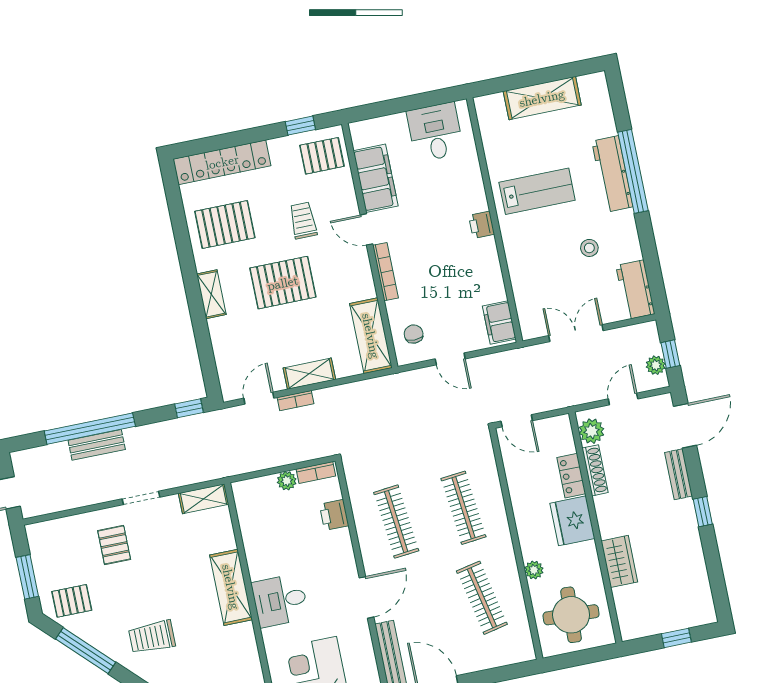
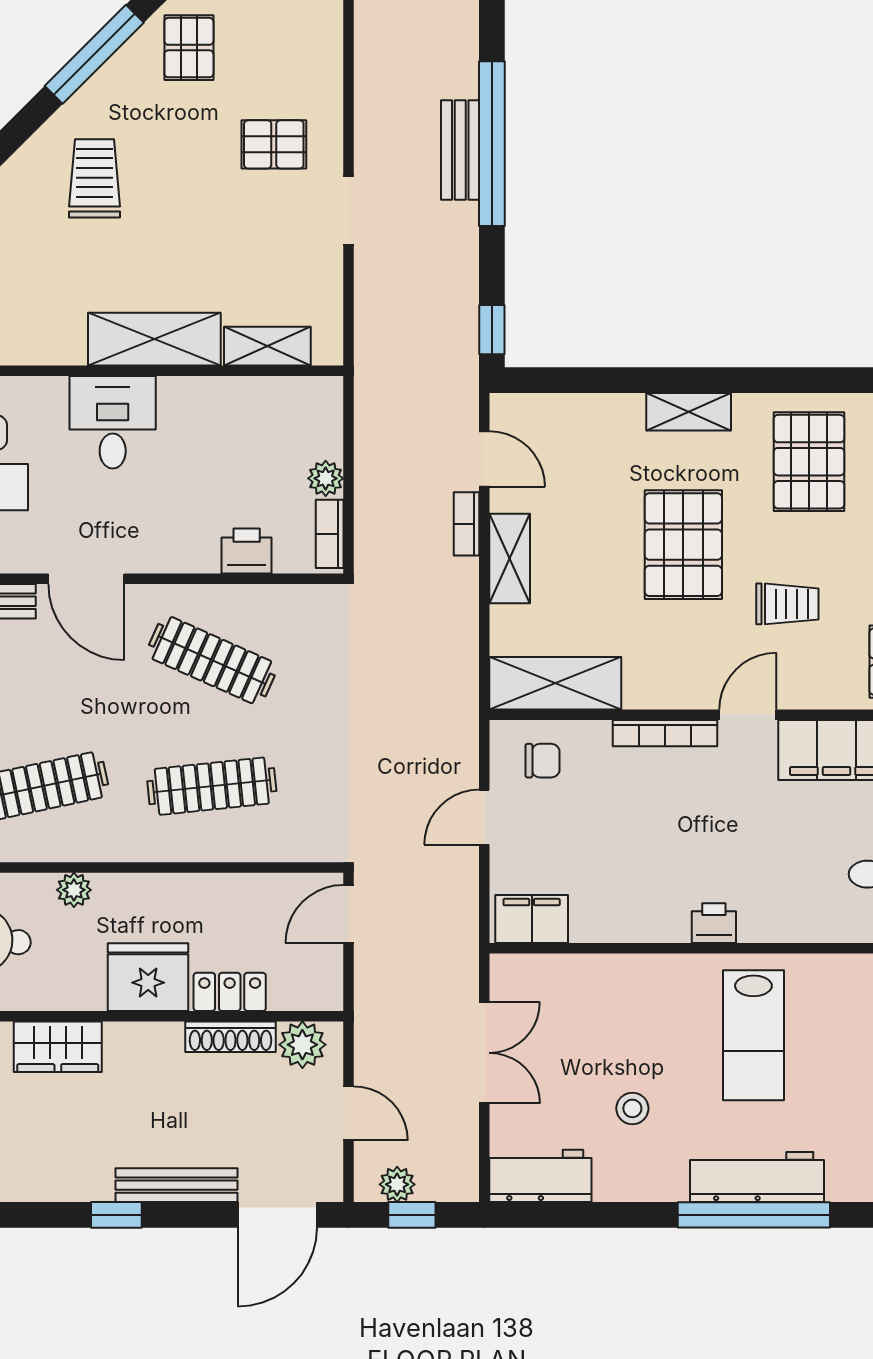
door: (685, 426) -> (277, 1215), hinge flipped
bench: (679, 474) -> (176, 1185), width x1.36
shelving: (204, 499) -> (267, 346), moved, turned 90
clothes rail: (396, 522) -> (212, 660), turned 30

